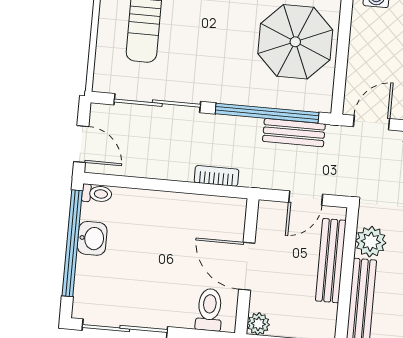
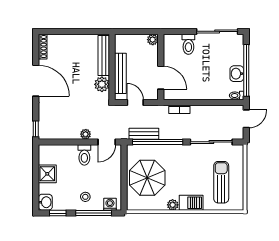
door: (81, 144) -> (246, 119), swing flipped
door: (306, 198) -> (135, 103), hinge flipped
door: (247, 266) -> (161, 78), moved
toilet: (209, 310) -> (188, 44), moved

